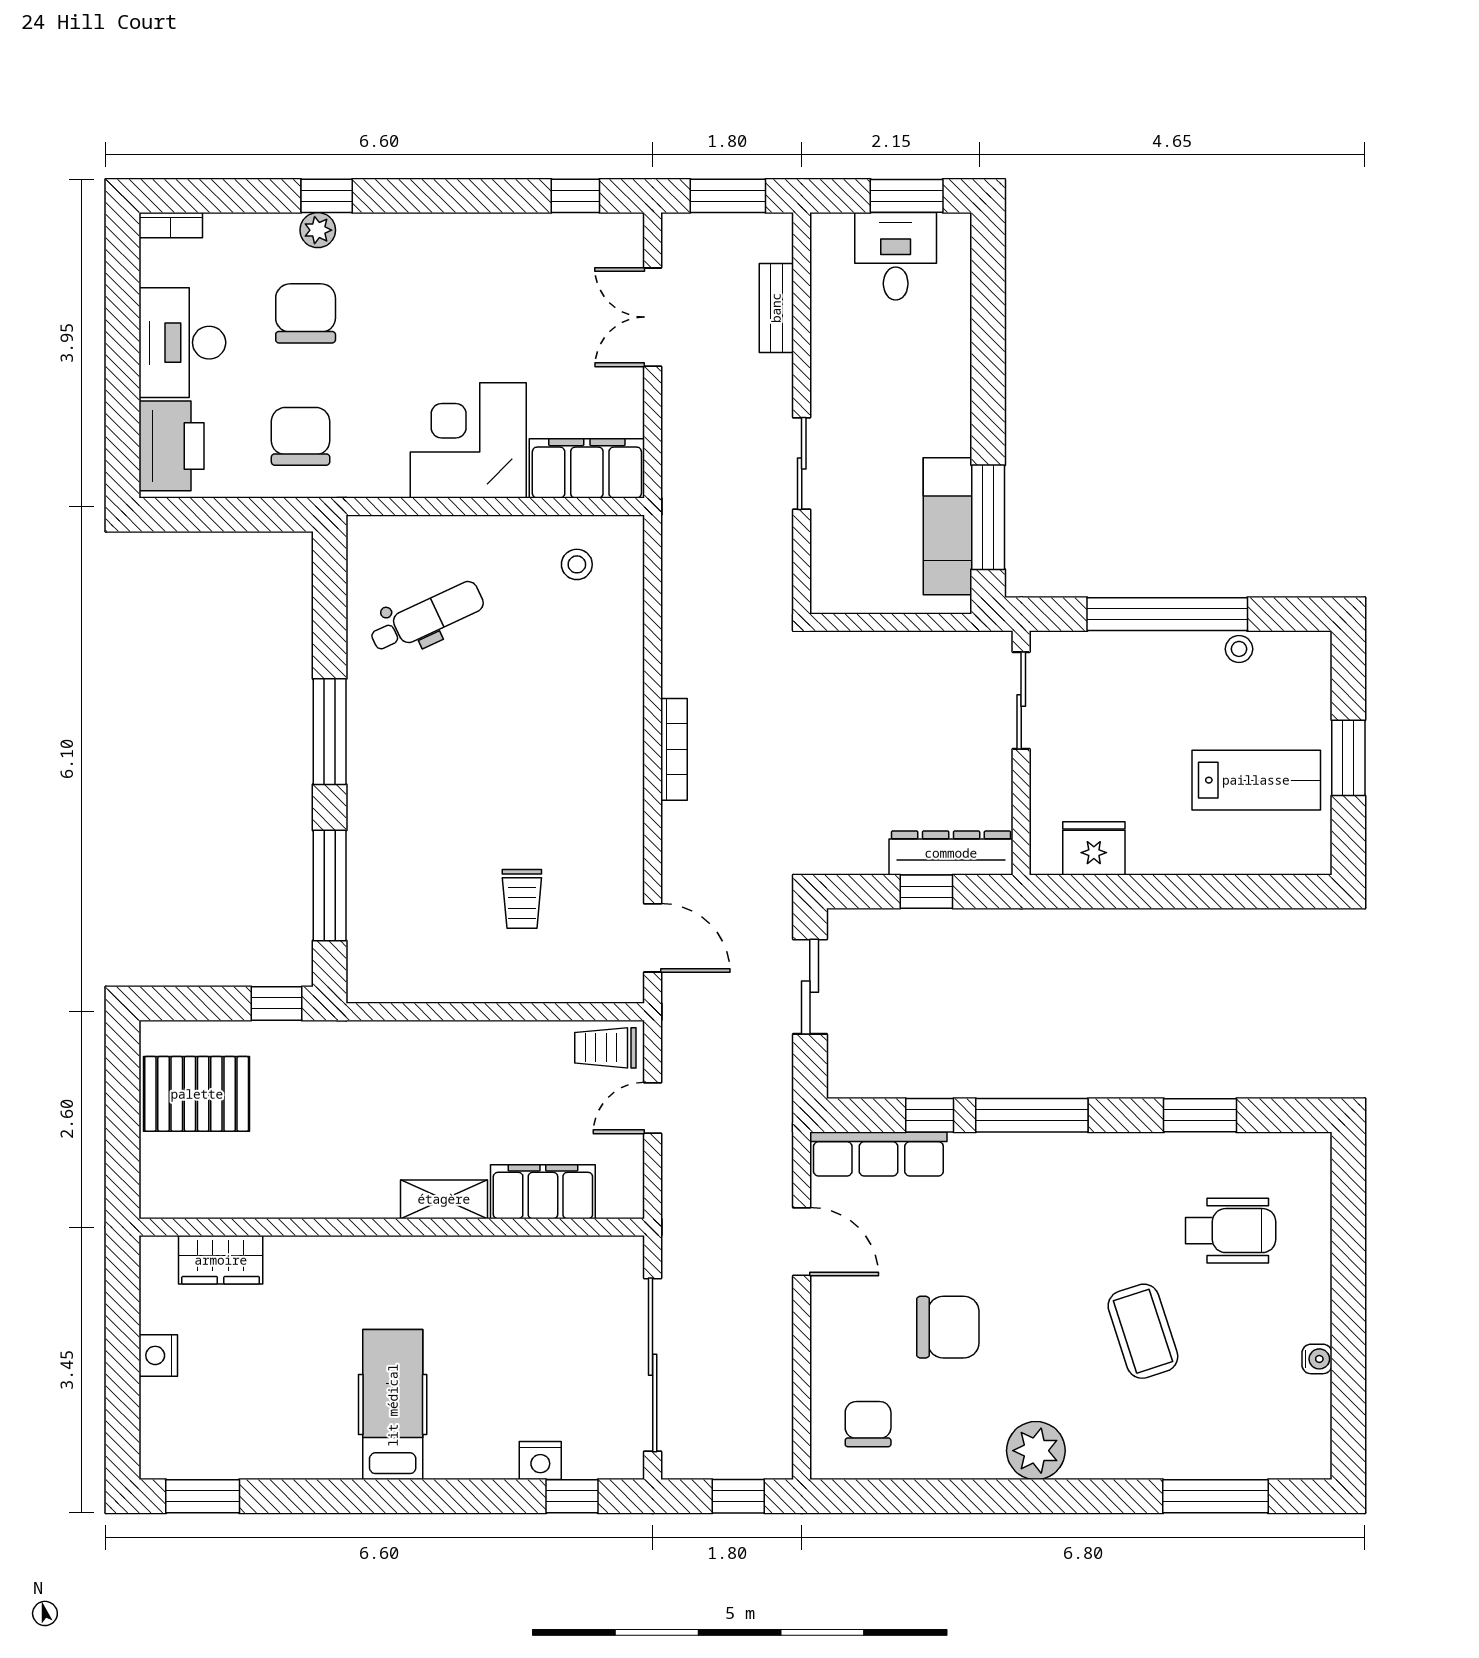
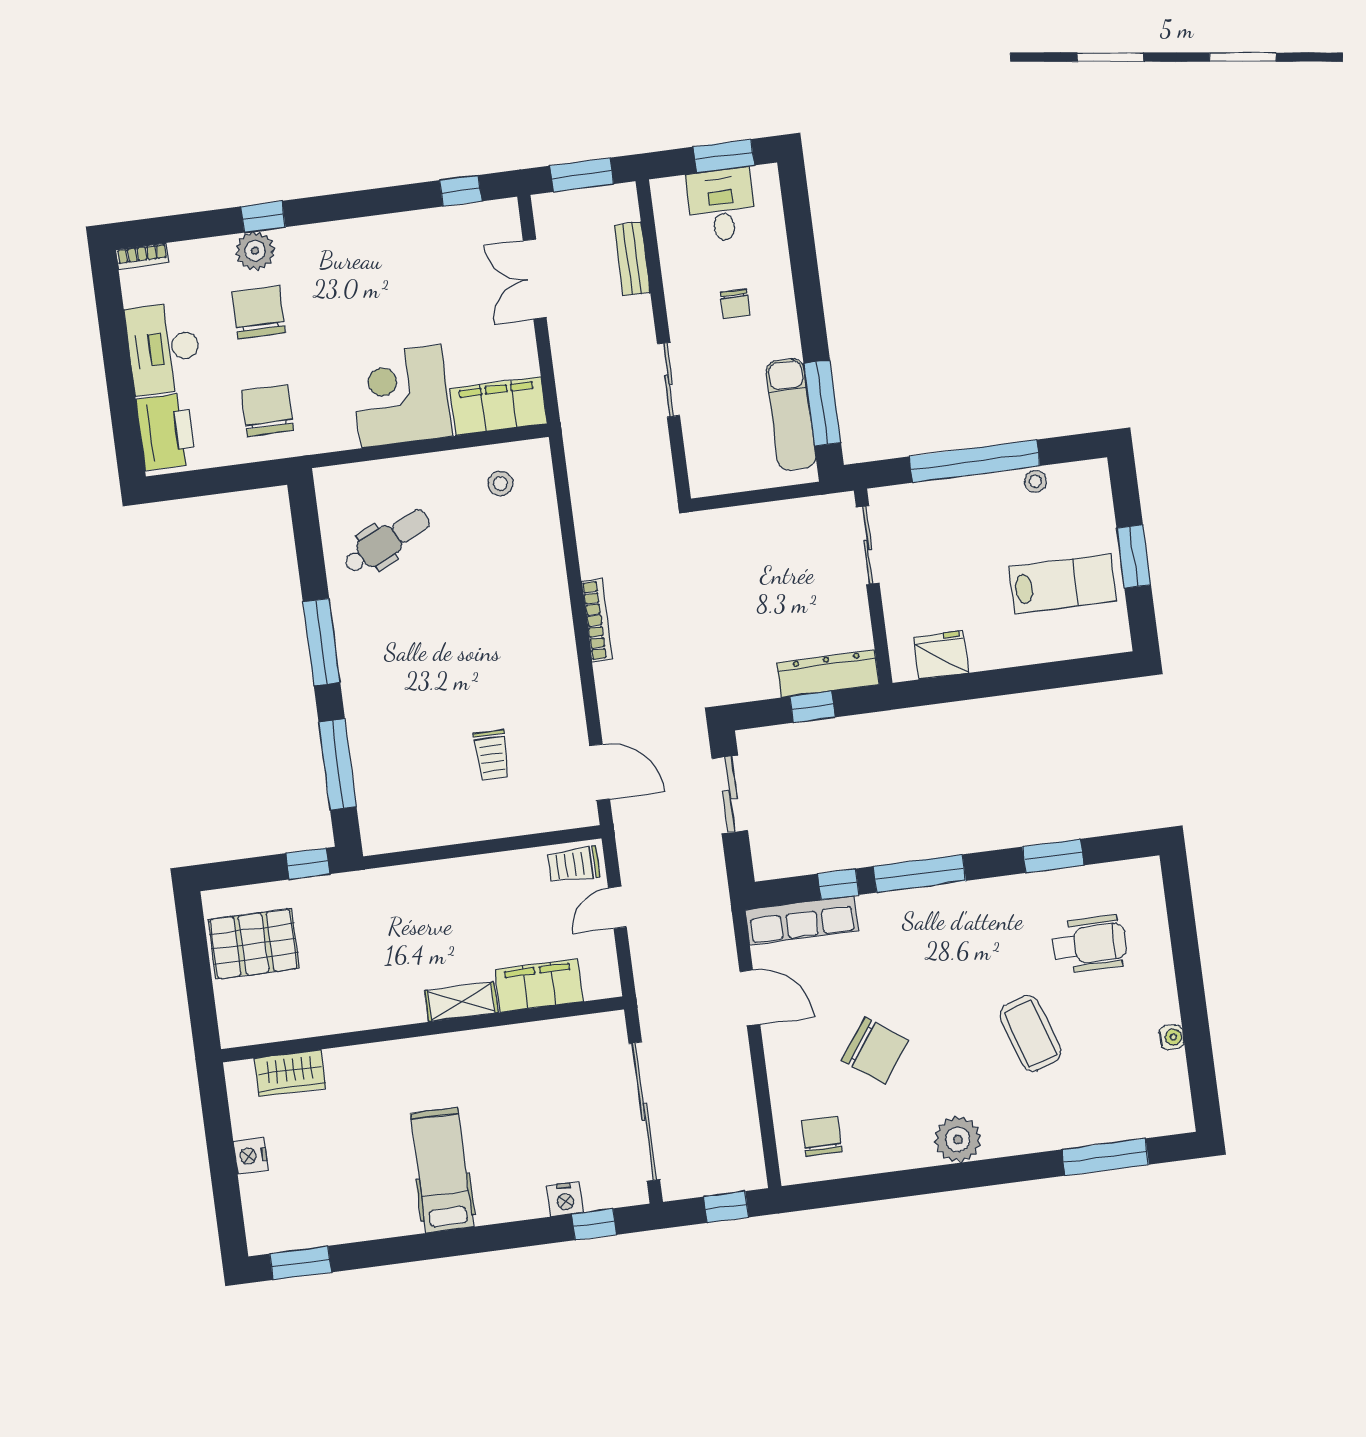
plant: (318, 230) -> (255, 251), width x1.38, depth x1.38
chair: (897, 381) -> (735, 304), added
chair: (948, 1327) -> (875, 1051), turned 36

